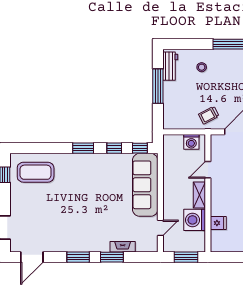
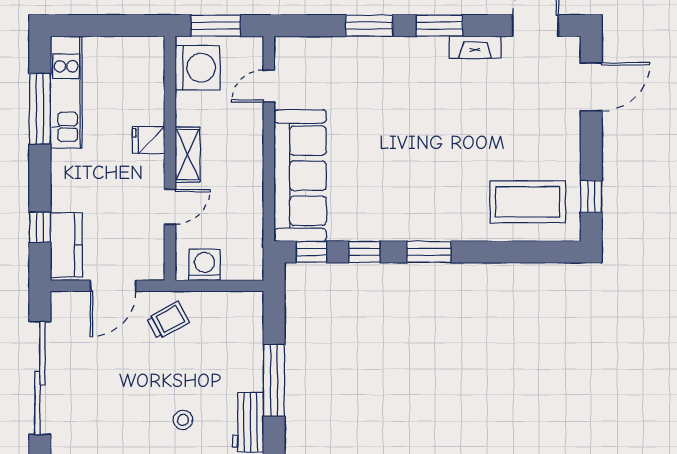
washing machine: (195, 220) -> (197, 68), moved
fridge: (218, 223) -> (149, 140), moved
fireplace: (123, 247) -> (475, 47), moved

